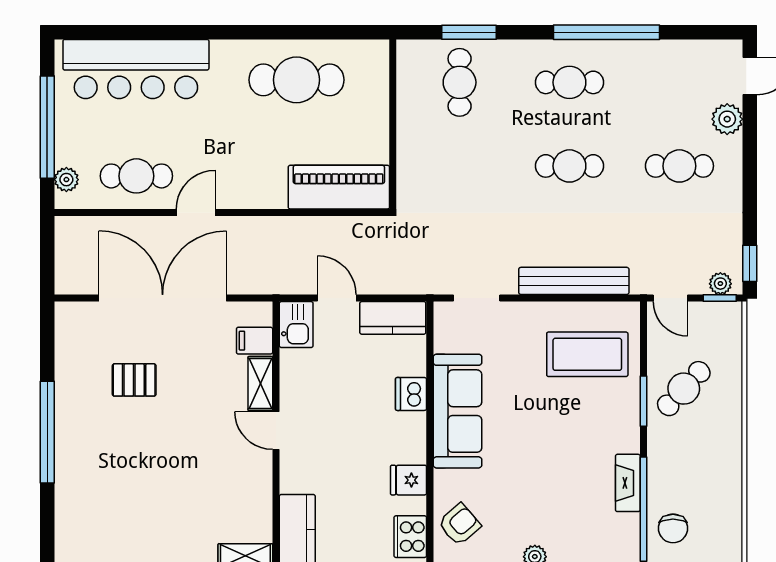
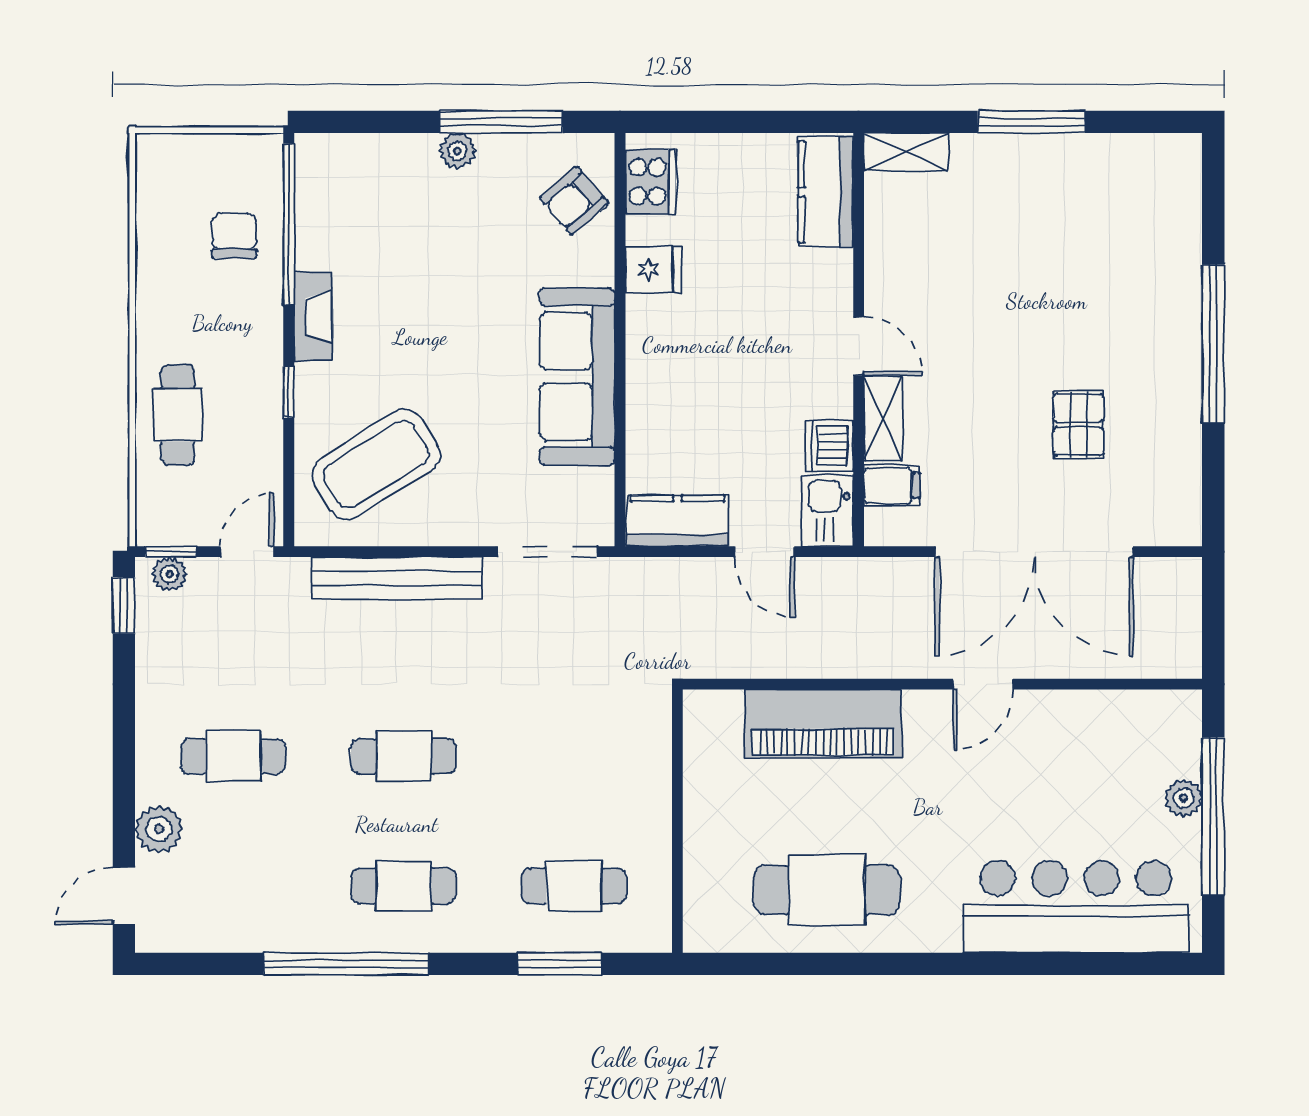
cafe table: (460, 82) -> (574, 886), turned 90
cafe table: (136, 176) -> (1075, 741), removed
plant: (66, 180) -> (1183, 798), moved
piano: (339, 187) -> (823, 724), moved
doorway: (477, 298) -> (547, 552), width x1.38
door: (670, 298) -> (247, 552), hinge flipped
coffee table: (587, 354) -> (376, 464), turned -32
pallet: (134, 380) -> (1078, 425), turned 90
cafe table: (684, 389) -> (178, 415), moved, turned -43
dishwasher: (411, 394) -> (829, 446), moved, turned 180
window: (644, 401) -> (289, 392), width x0.67
fireplace: (628, 483) -> (313, 316), moved
chair: (673, 528) -> (234, 235), moved

